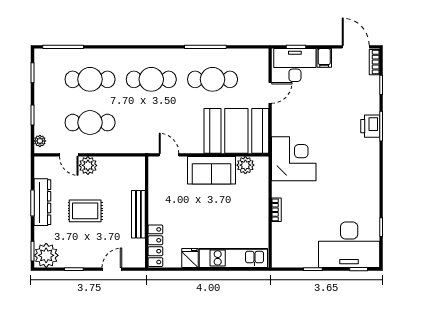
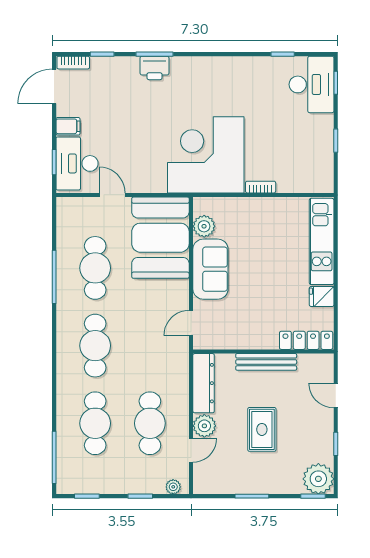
corner desk: (294, 159) -> (206, 155), width x1.36, depth x1.36
dresser: (42, 202) -> (204, 383), moved, turned 90
desk: (349, 245) -> (312, 84), width x0.73, depth x0.77

